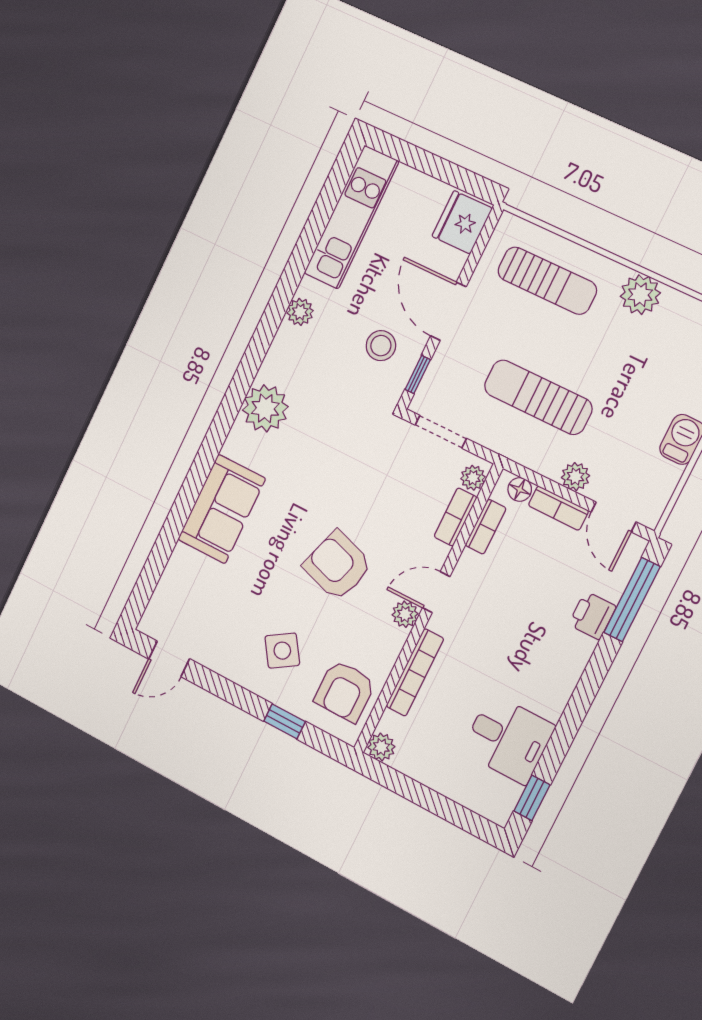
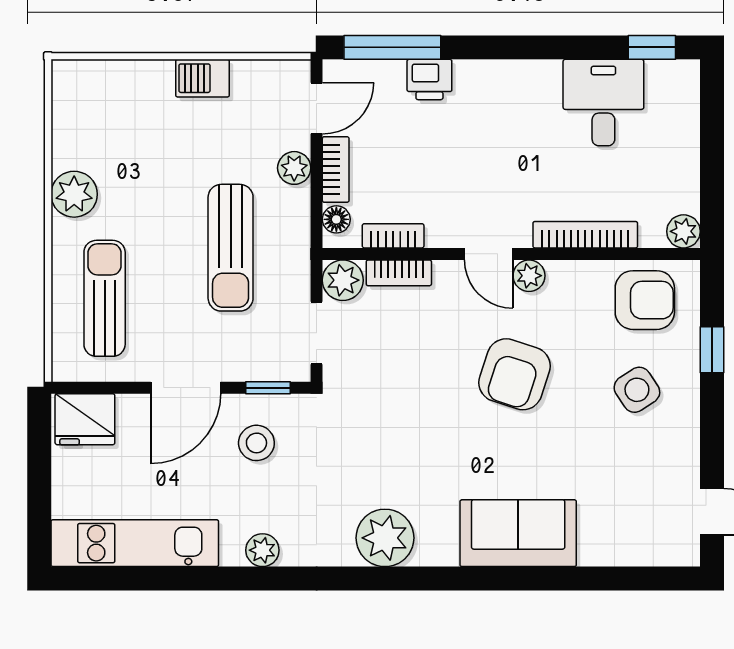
plant: (473, 478) -> (343, 280), width x1.38, depth x1.38

